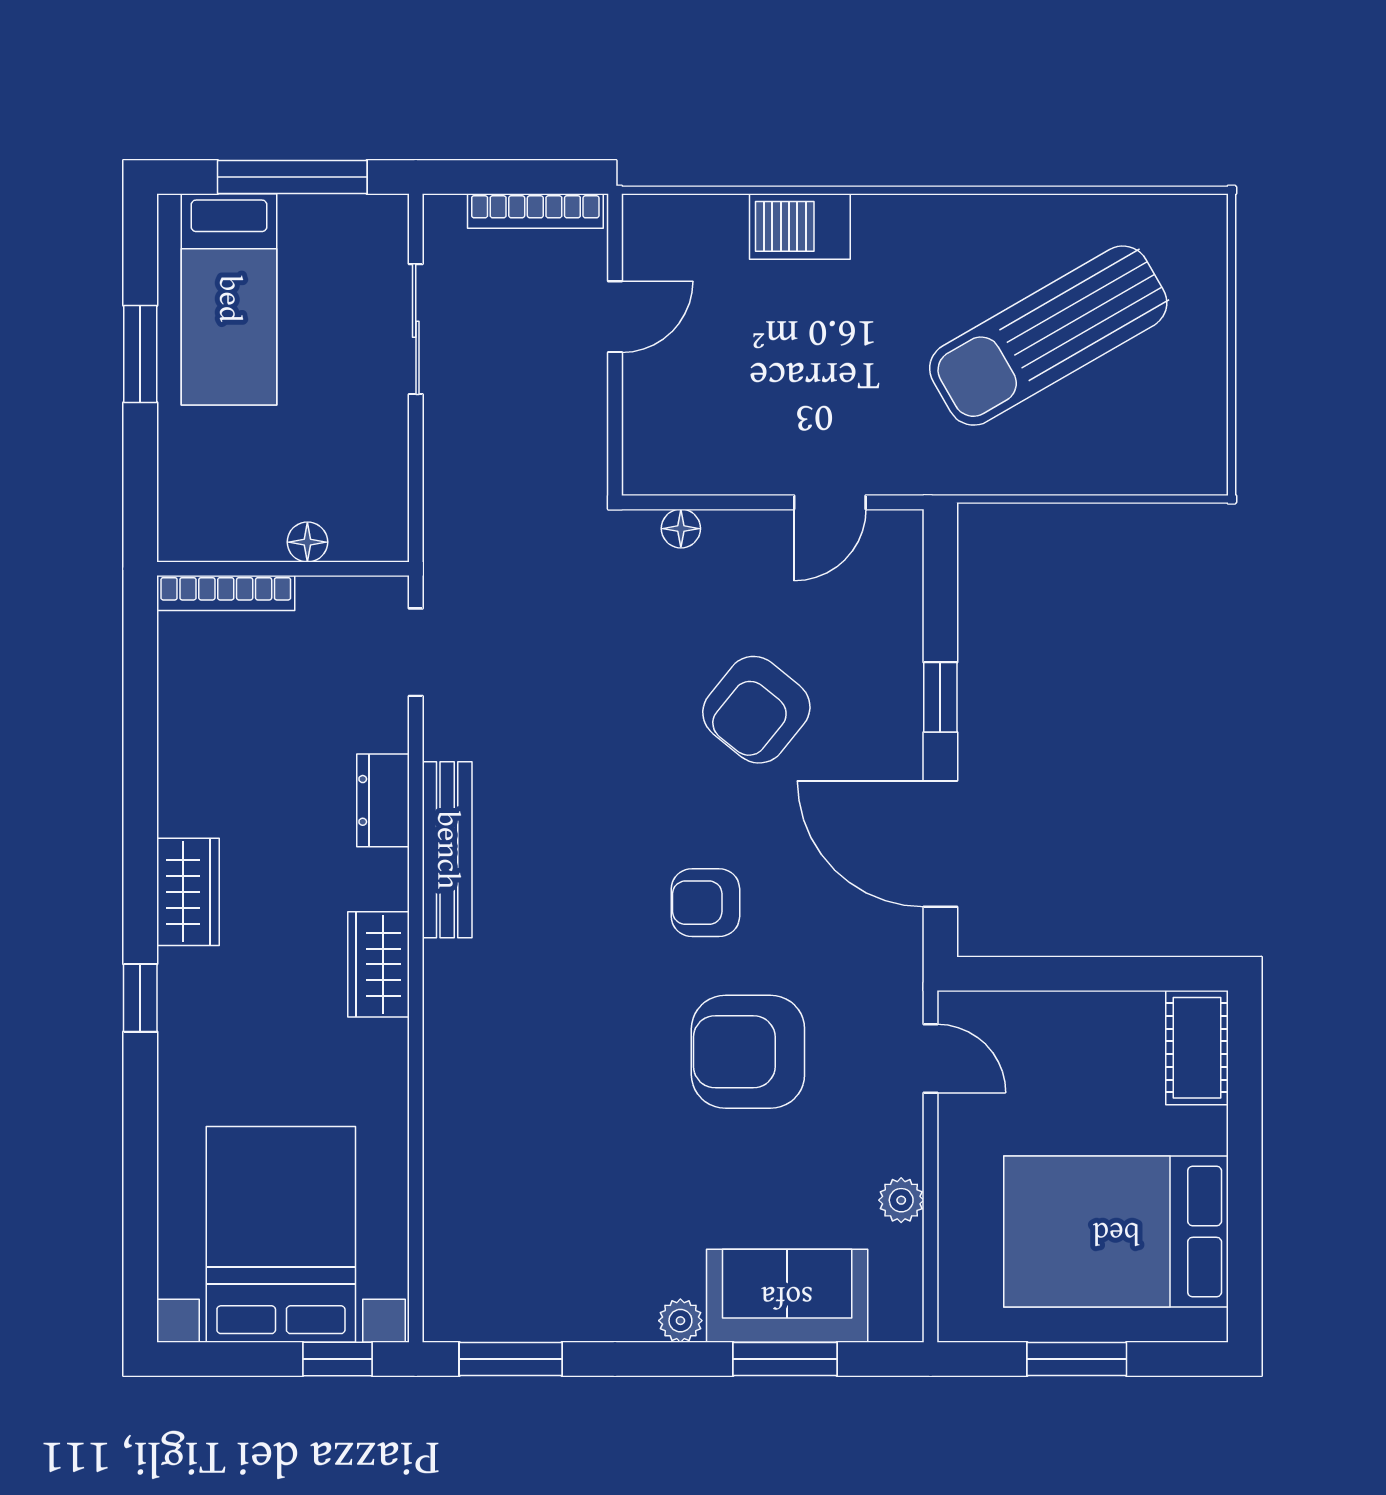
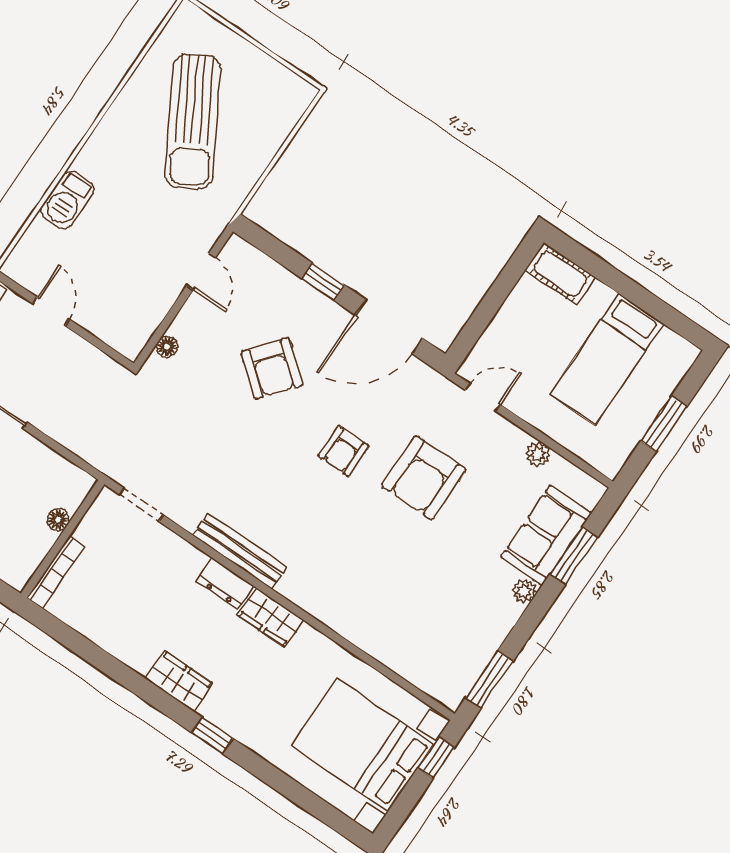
dresser: (383, 800) -> (225, 584), moved
bed: (1116, 1232) -> (607, 359), width x0.67

